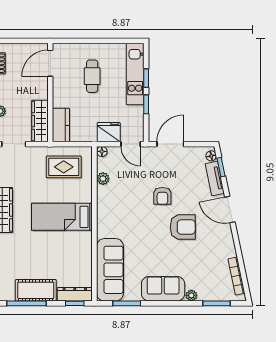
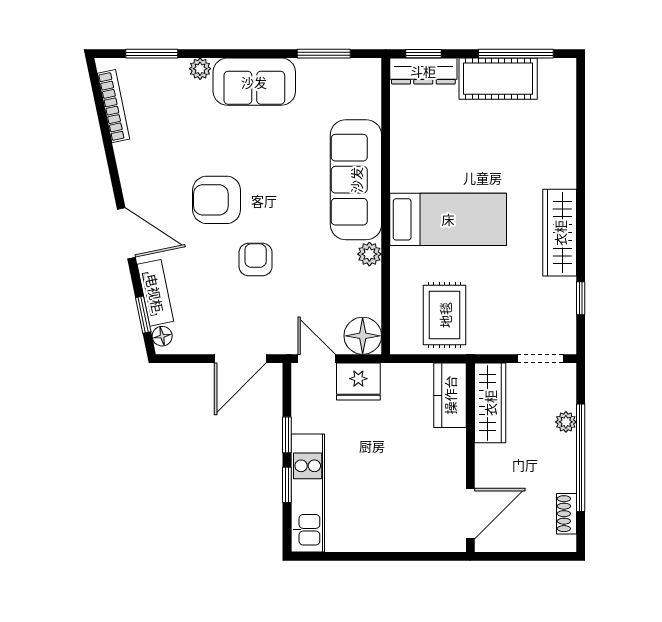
cafe table: (92, 76) -> (390, 489), removed
floor lamp: (102, 151) -> (363, 336), width x1.89, depth x1.89
rug: (64, 167) -> (445, 315), turned 90
plant: (103, 179) -> (369, 254), moved
sofa: (110, 270) -> (356, 180), moved

